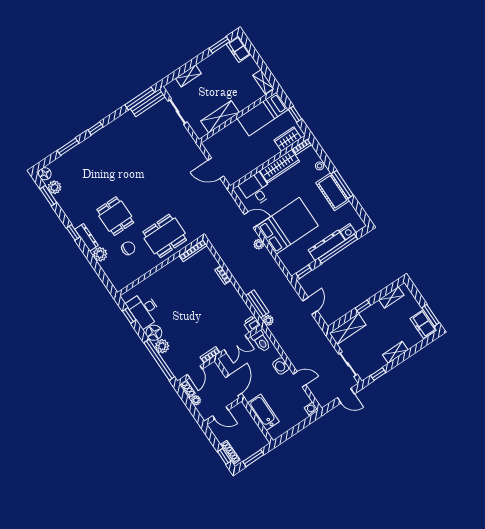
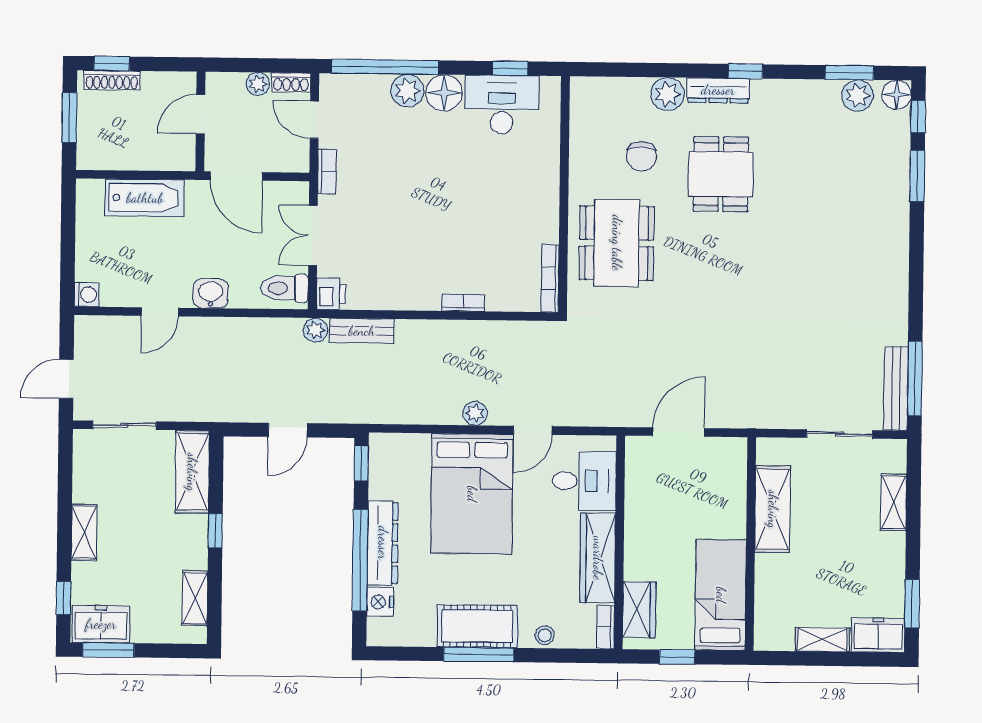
shelving: (263, 82) -> (822, 640), moved
window: (96, 128) -> (918, 117), moved
dining table: (115, 216) -> (721, 174), turned 90
door: (310, 306) -> (288, 430), hinge flipped
window: (378, 374) -> (64, 598), moved

